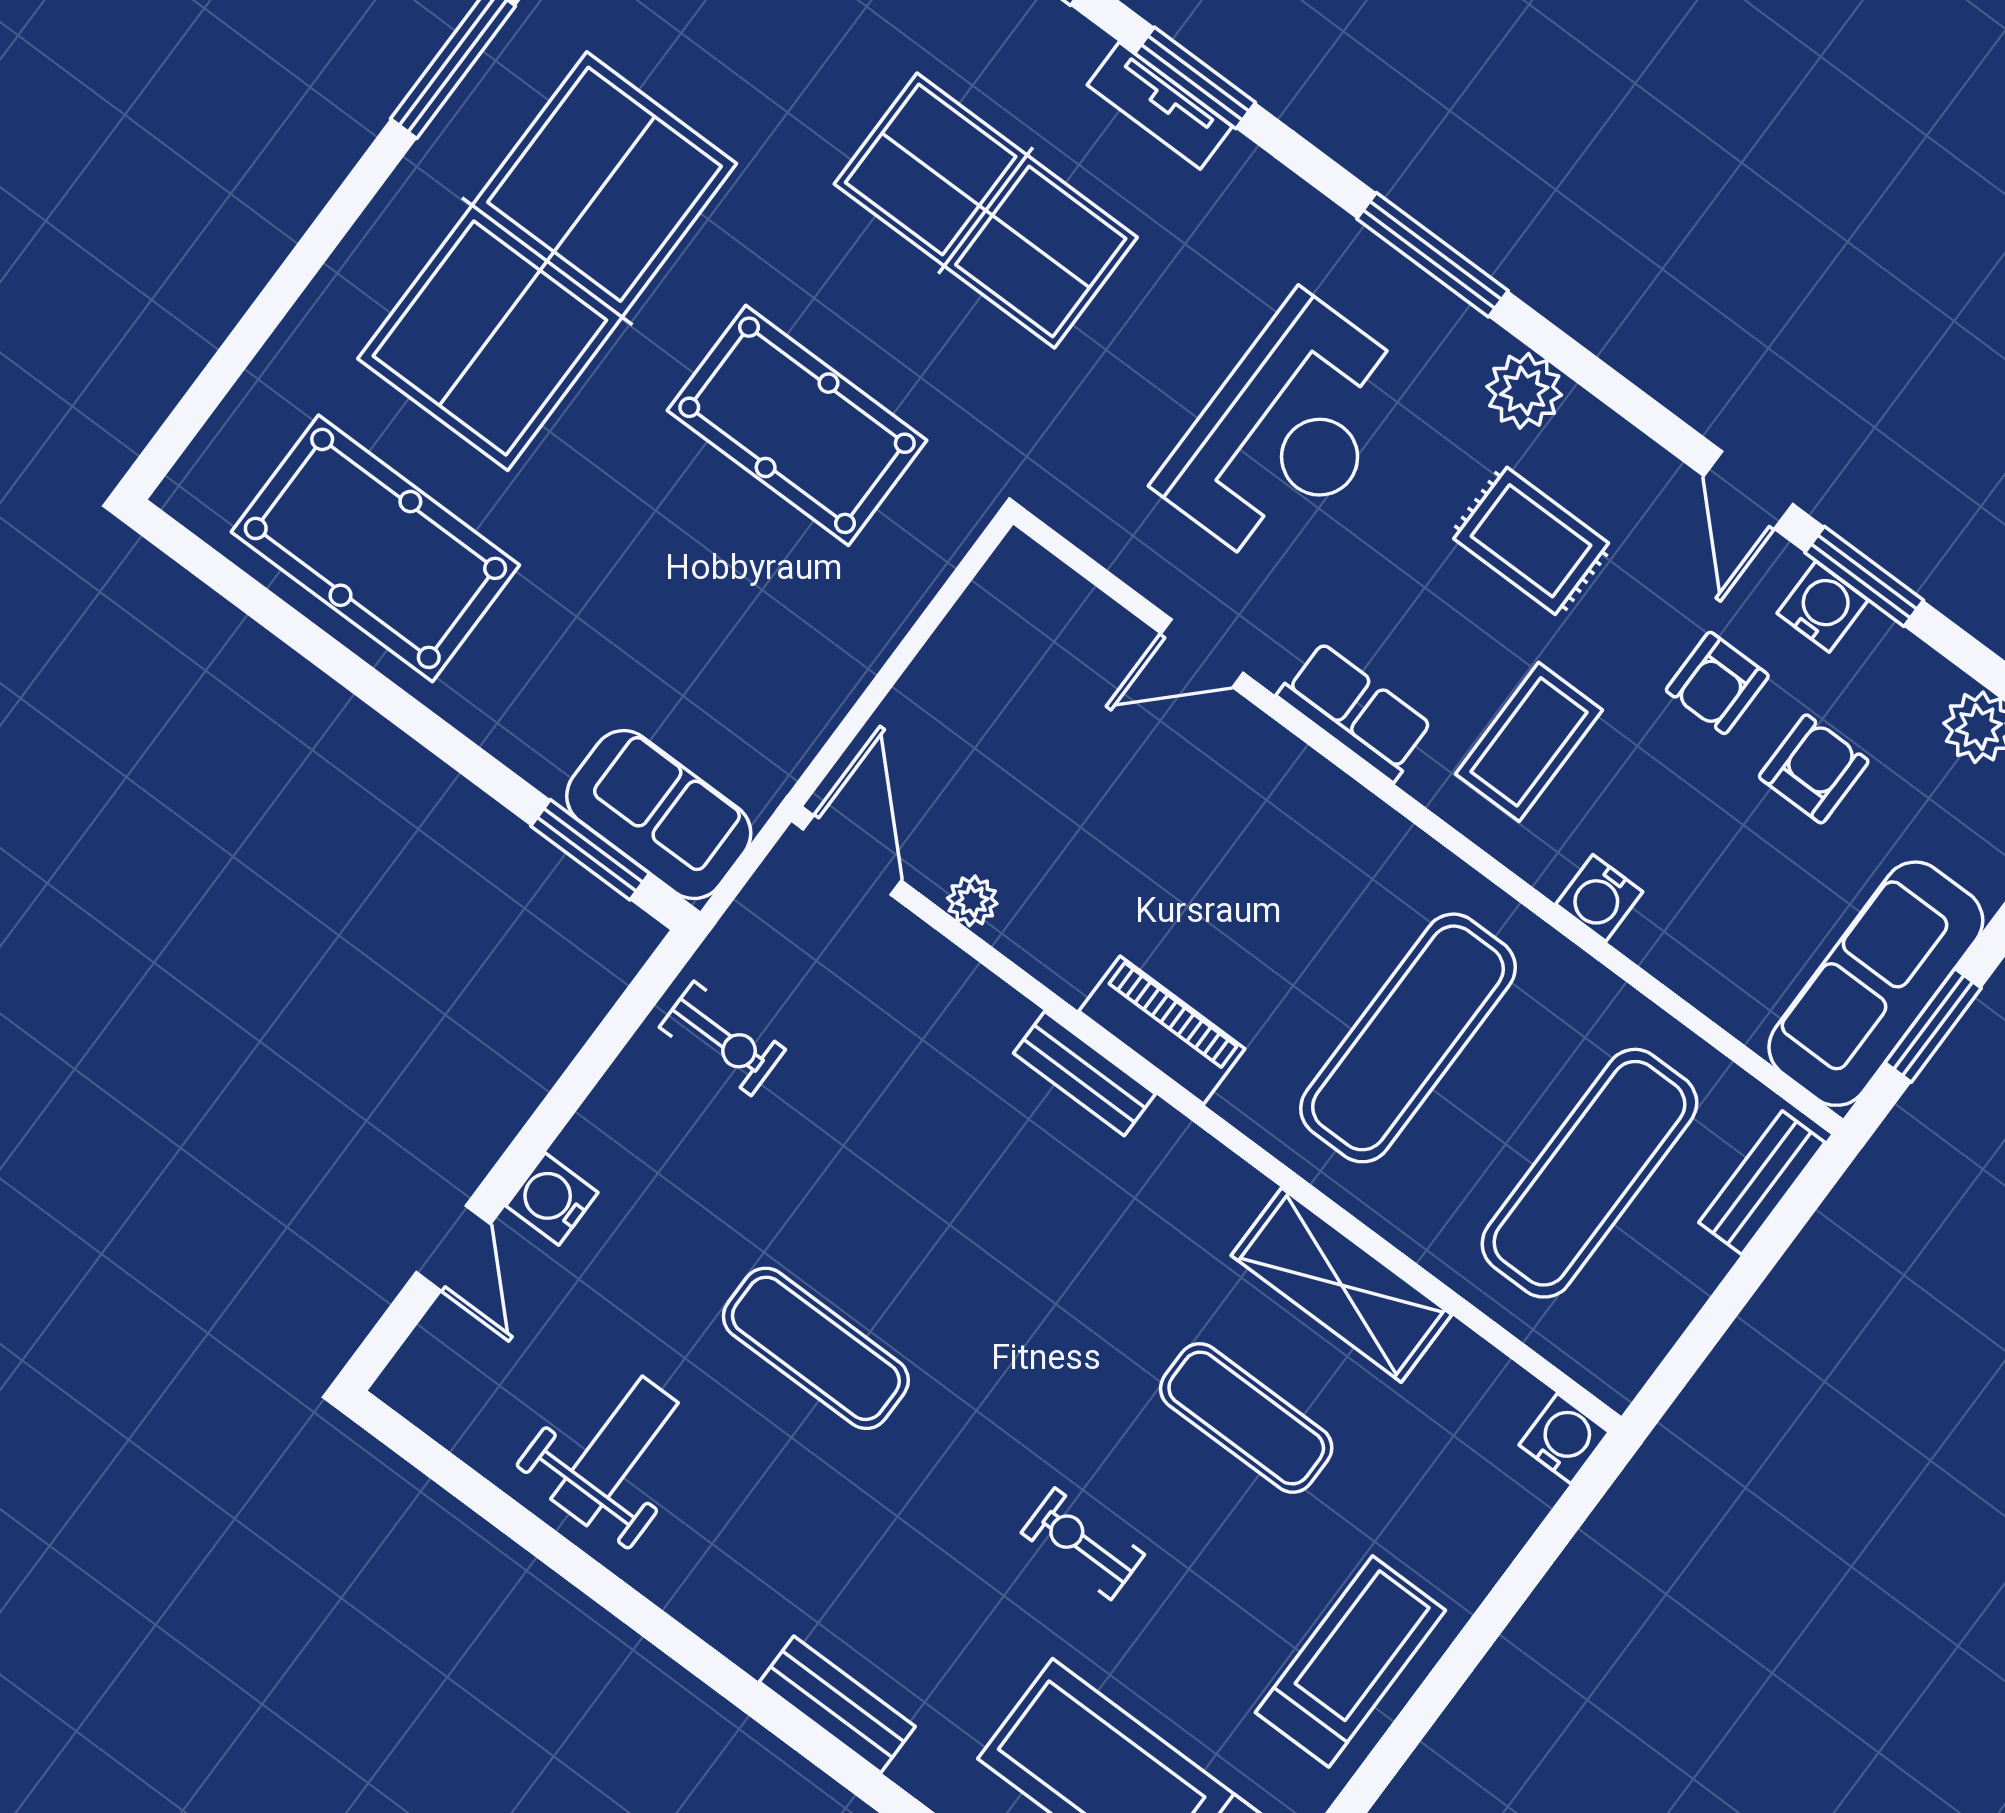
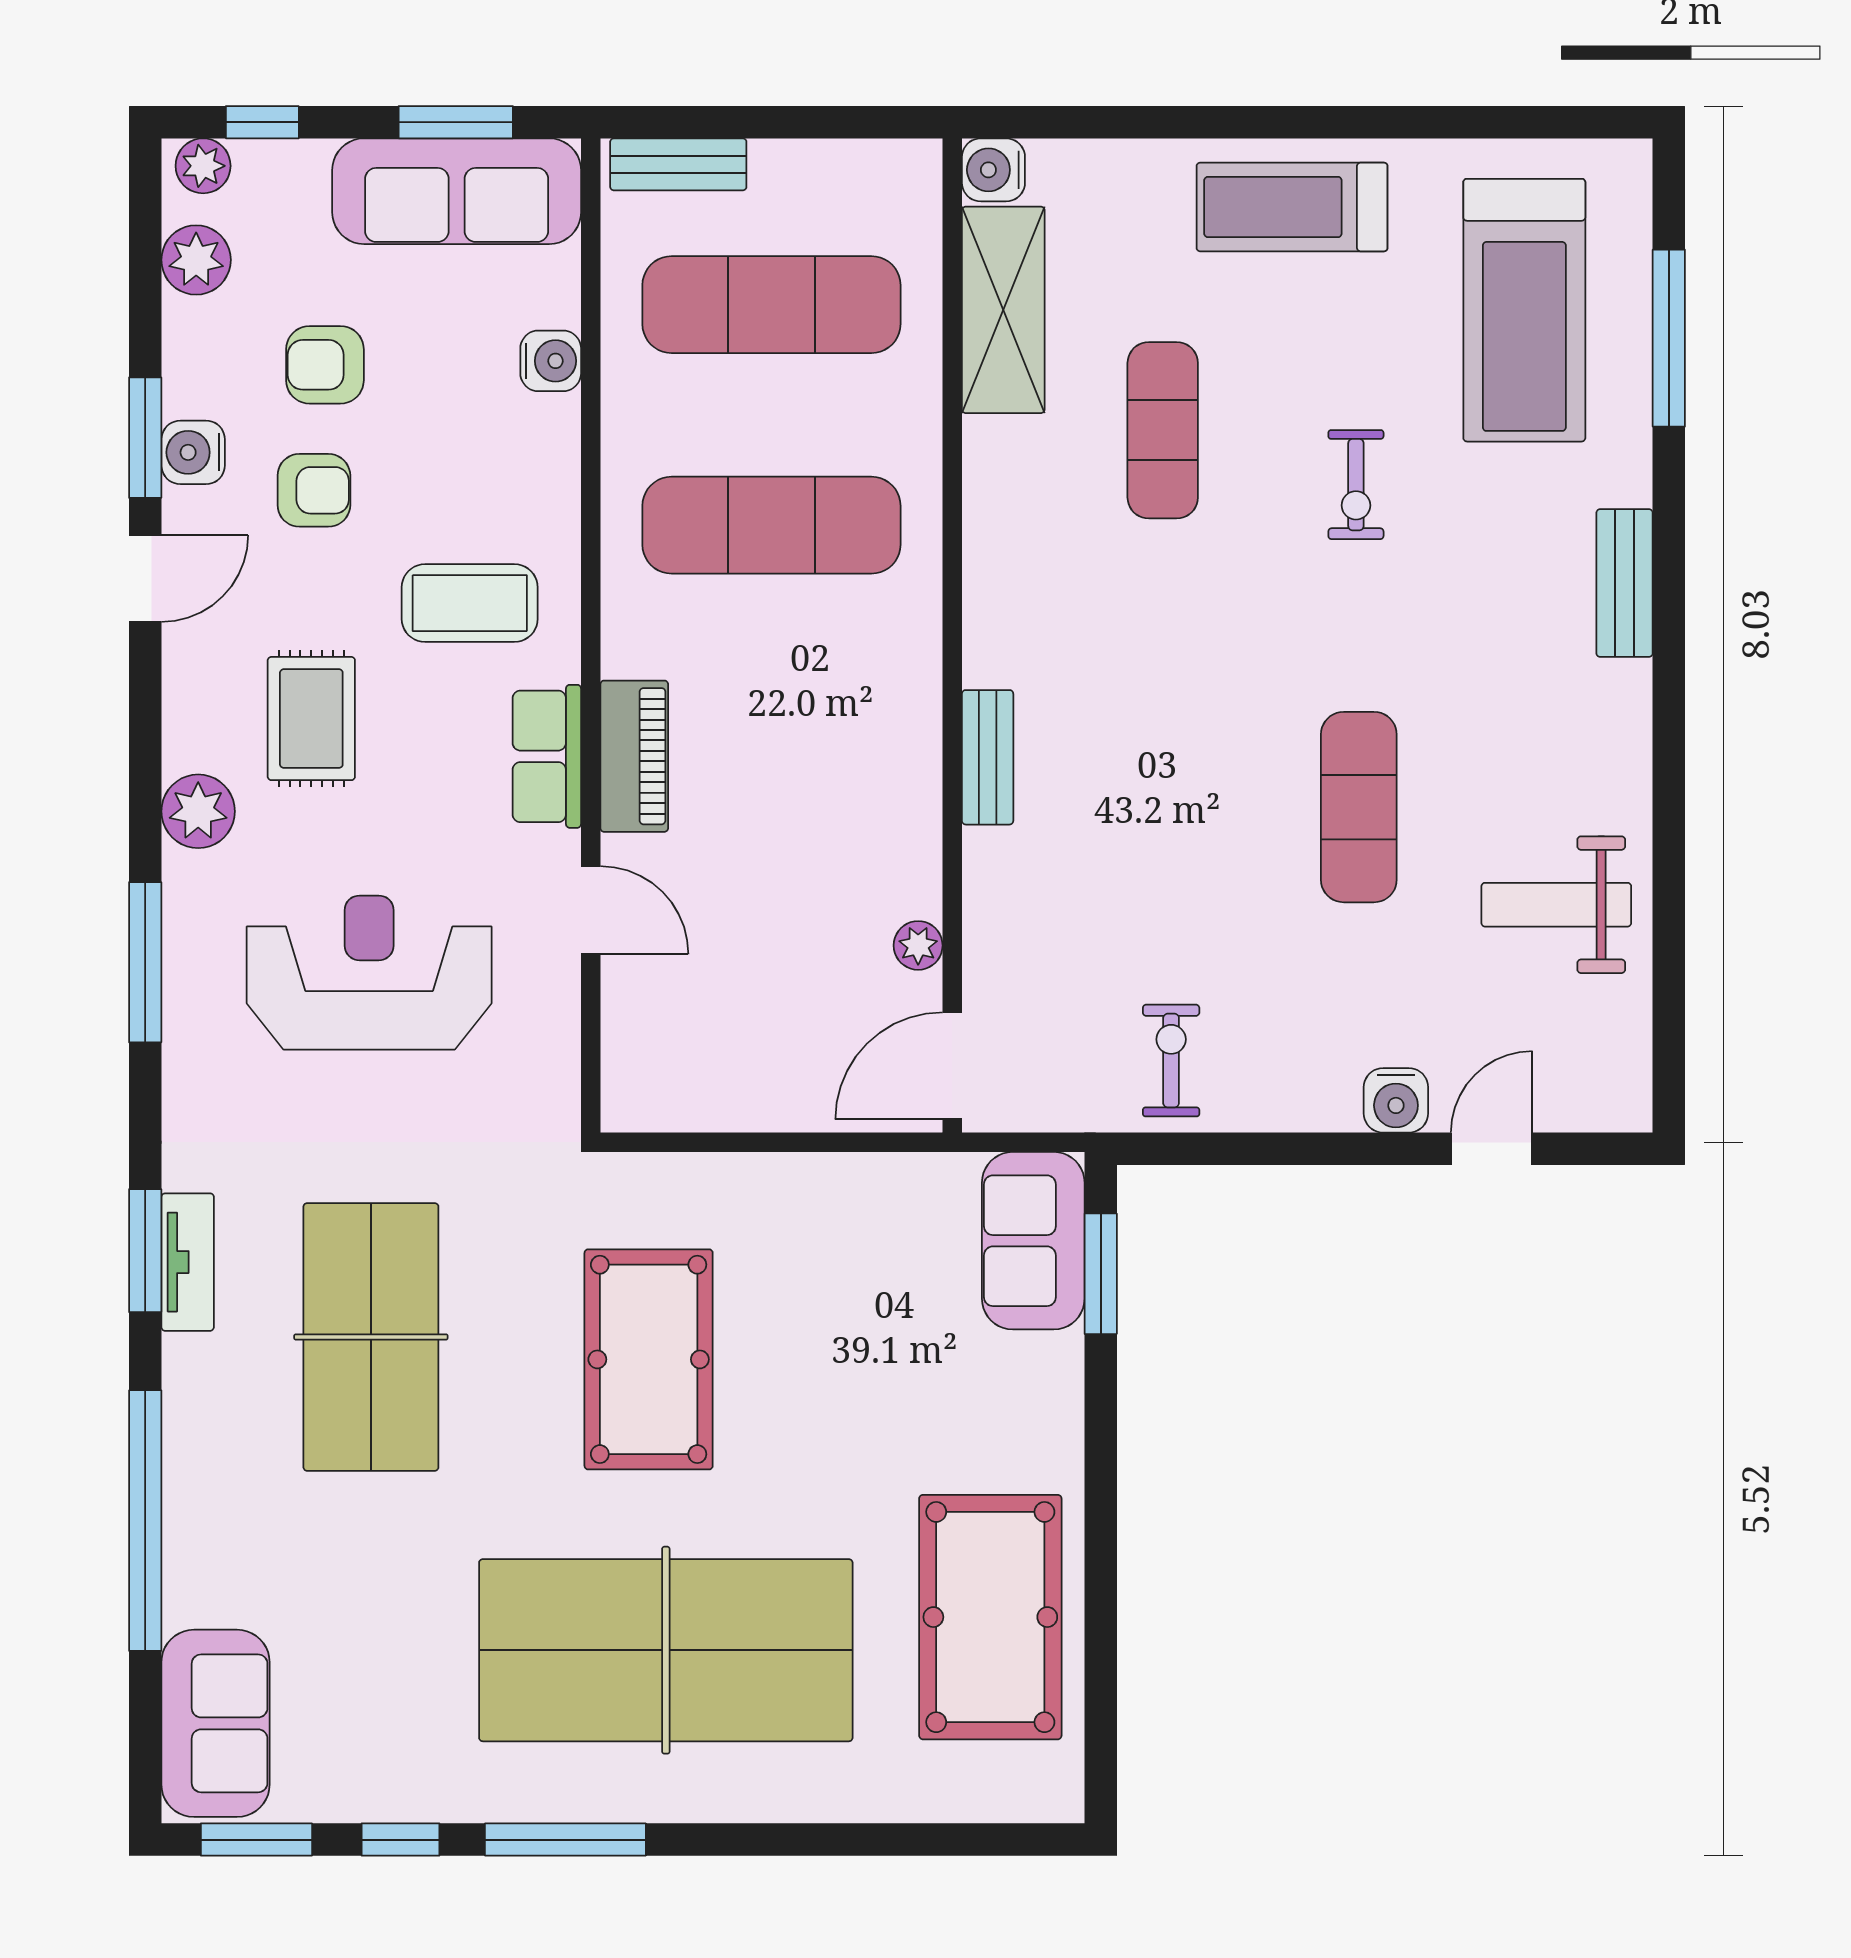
water cooler: (1599, 898) -> (551, 361), moved
piano: (1162, 1030) -> (634, 756), moved, turned 180
shelving: (1342, 1285) -> (1003, 310), moved

